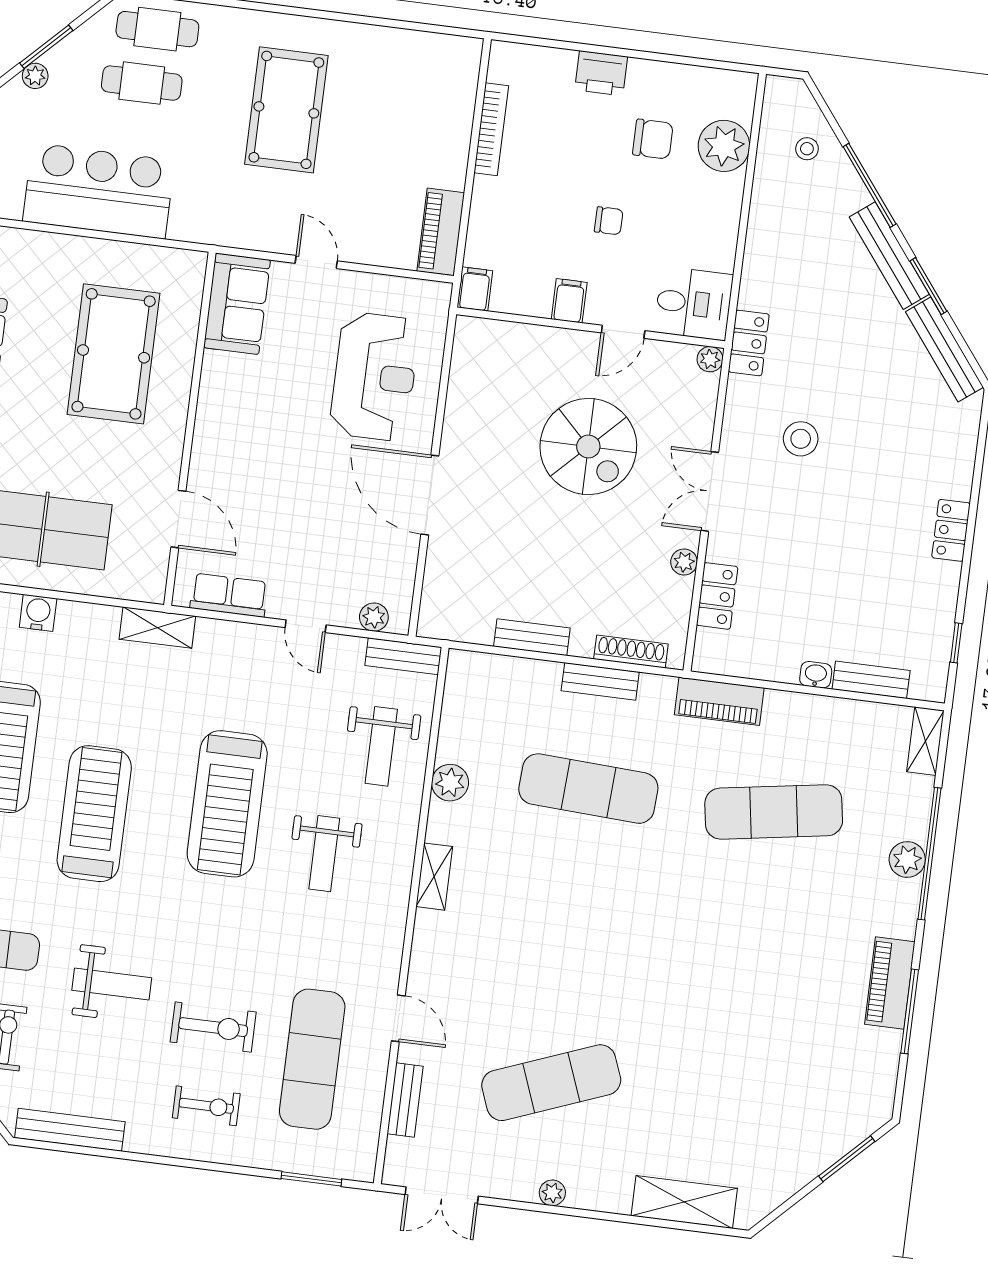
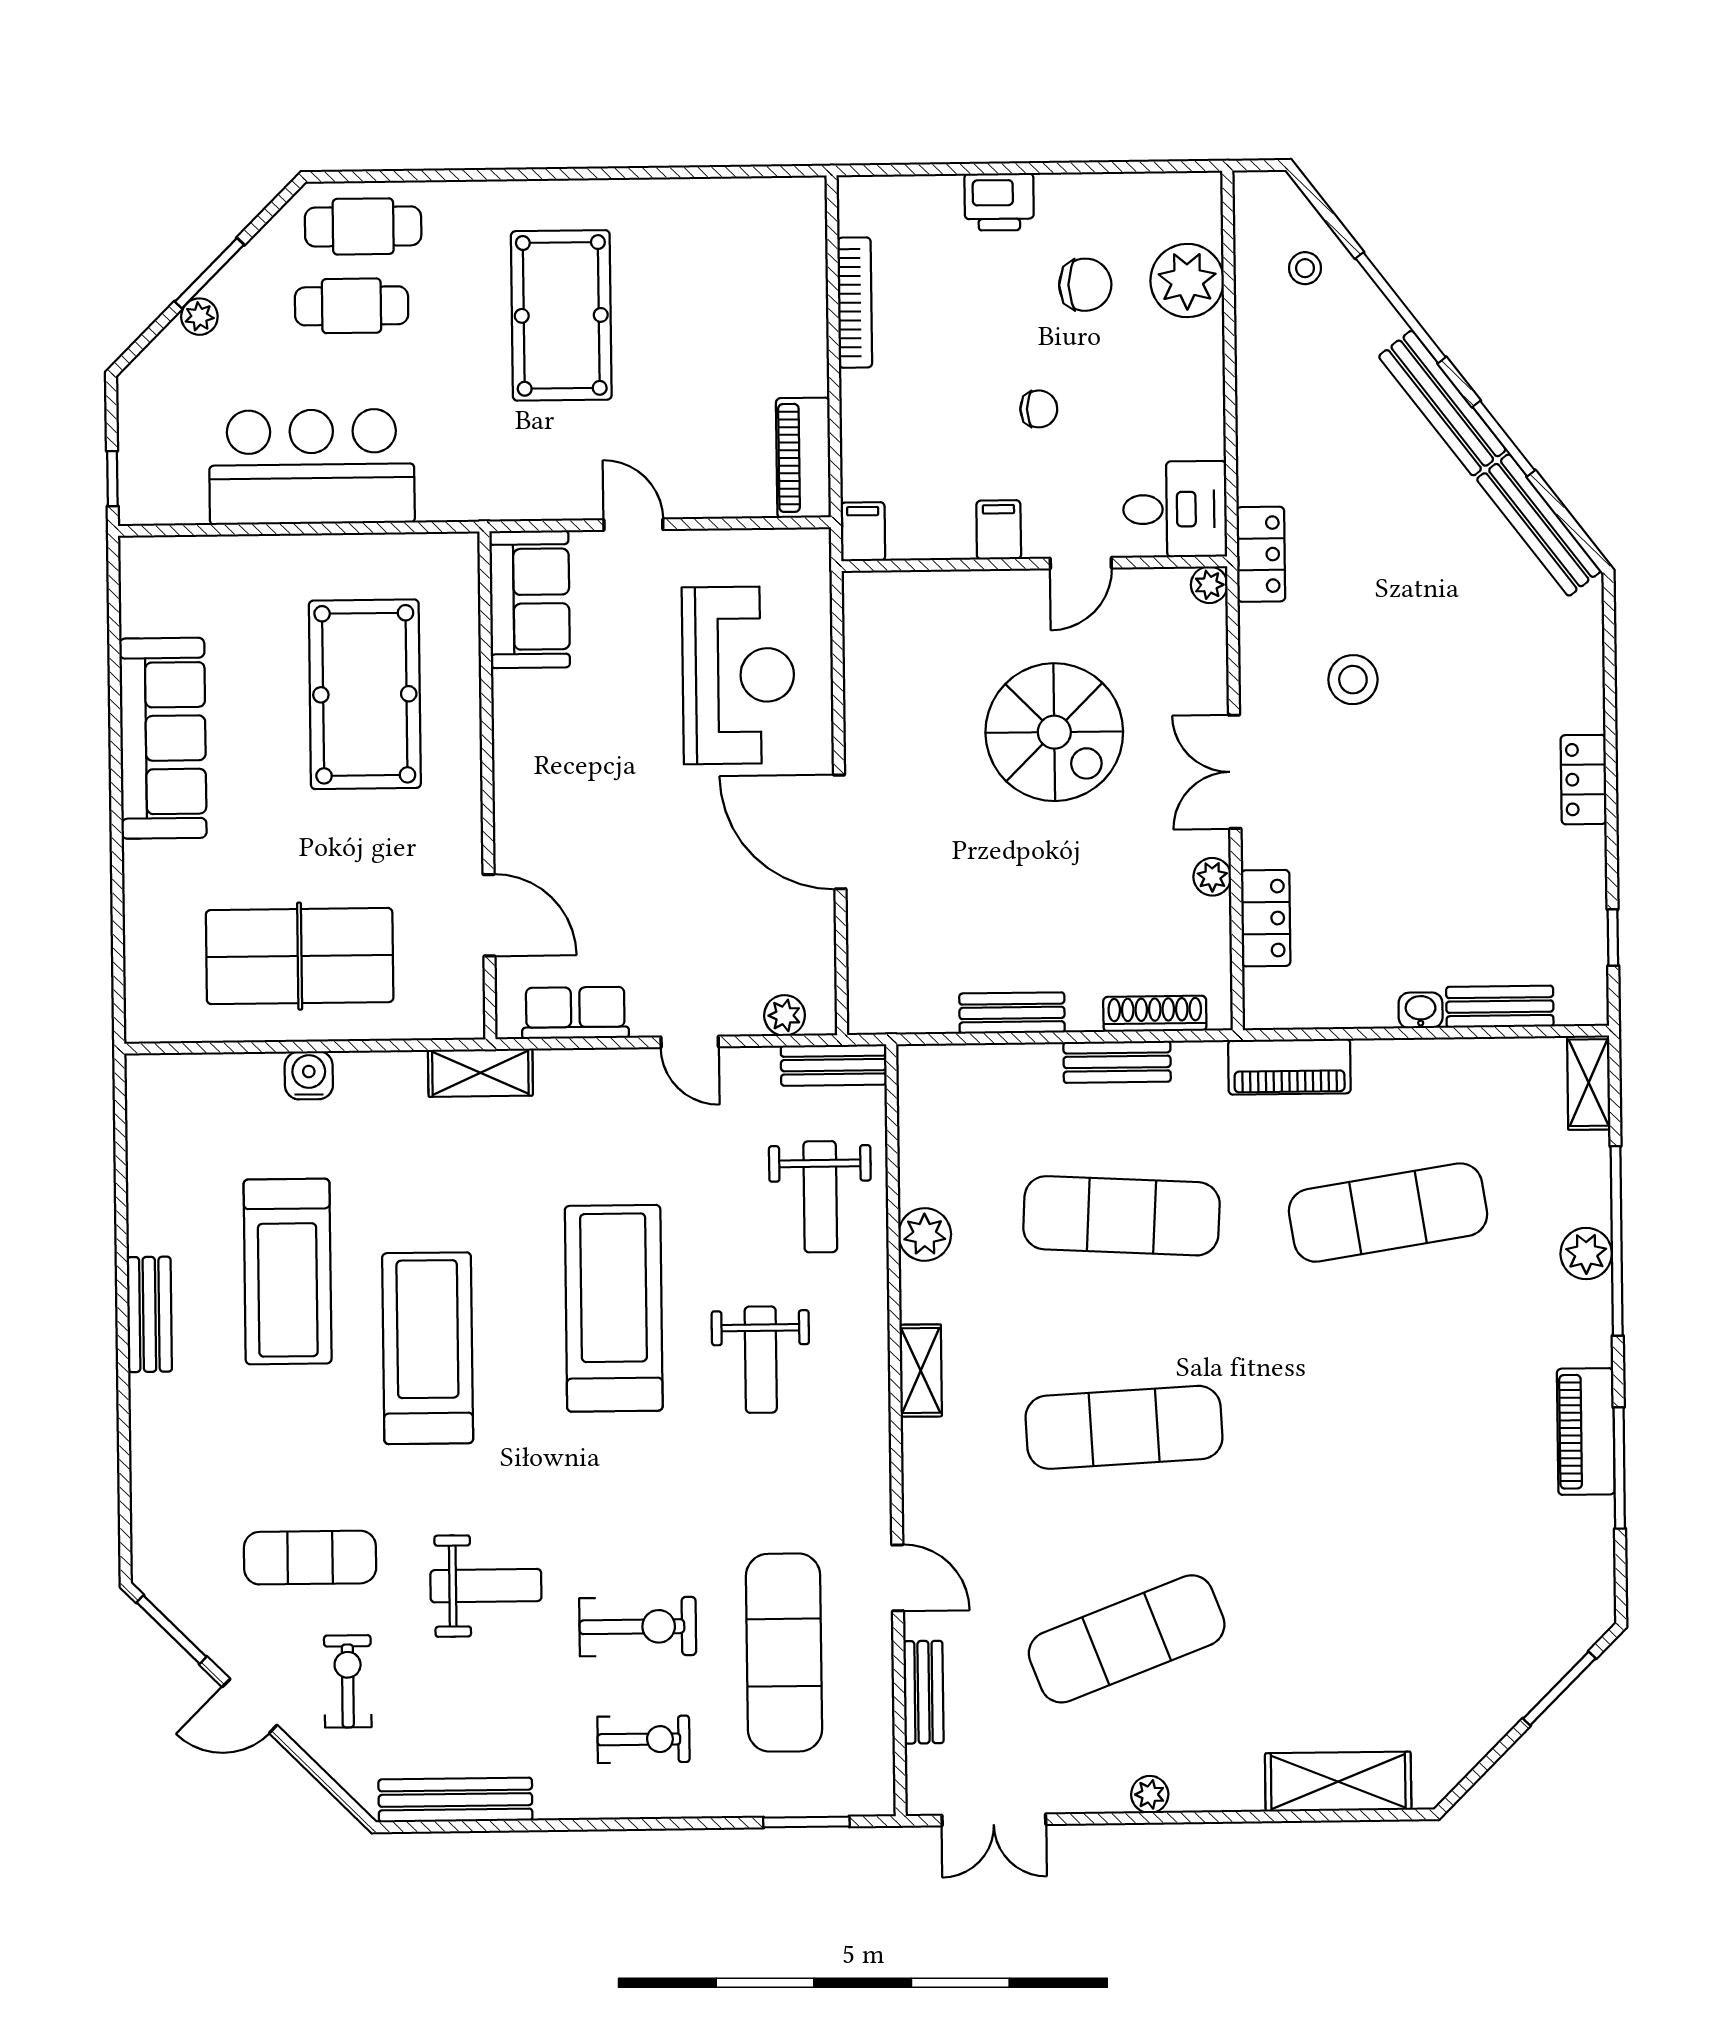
treadmill: (227, 804) -> (614, 1308), turned 180
exercise mat: (570, 936) -> (1124, 1427), added

